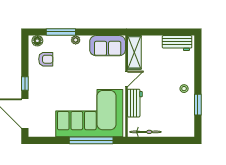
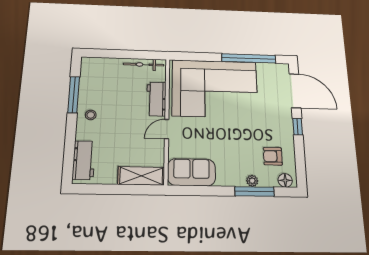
plant: (76, 40) -> (252, 181), moved
workbench: (177, 43) -> (84, 160), moved, turned 90
shelving: (134, 52) -> (141, 176), moved, turned 90
window: (198, 105) -> (74, 95), width x1.44
window: (91, 140) -> (249, 58), moved

